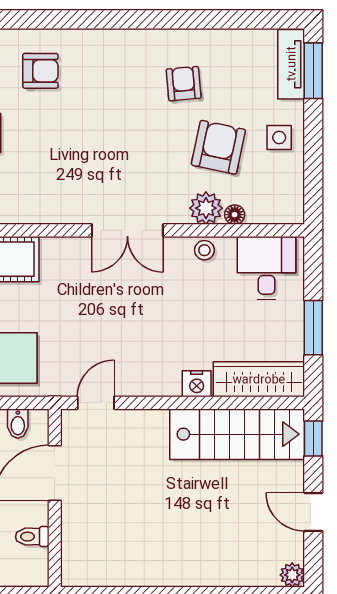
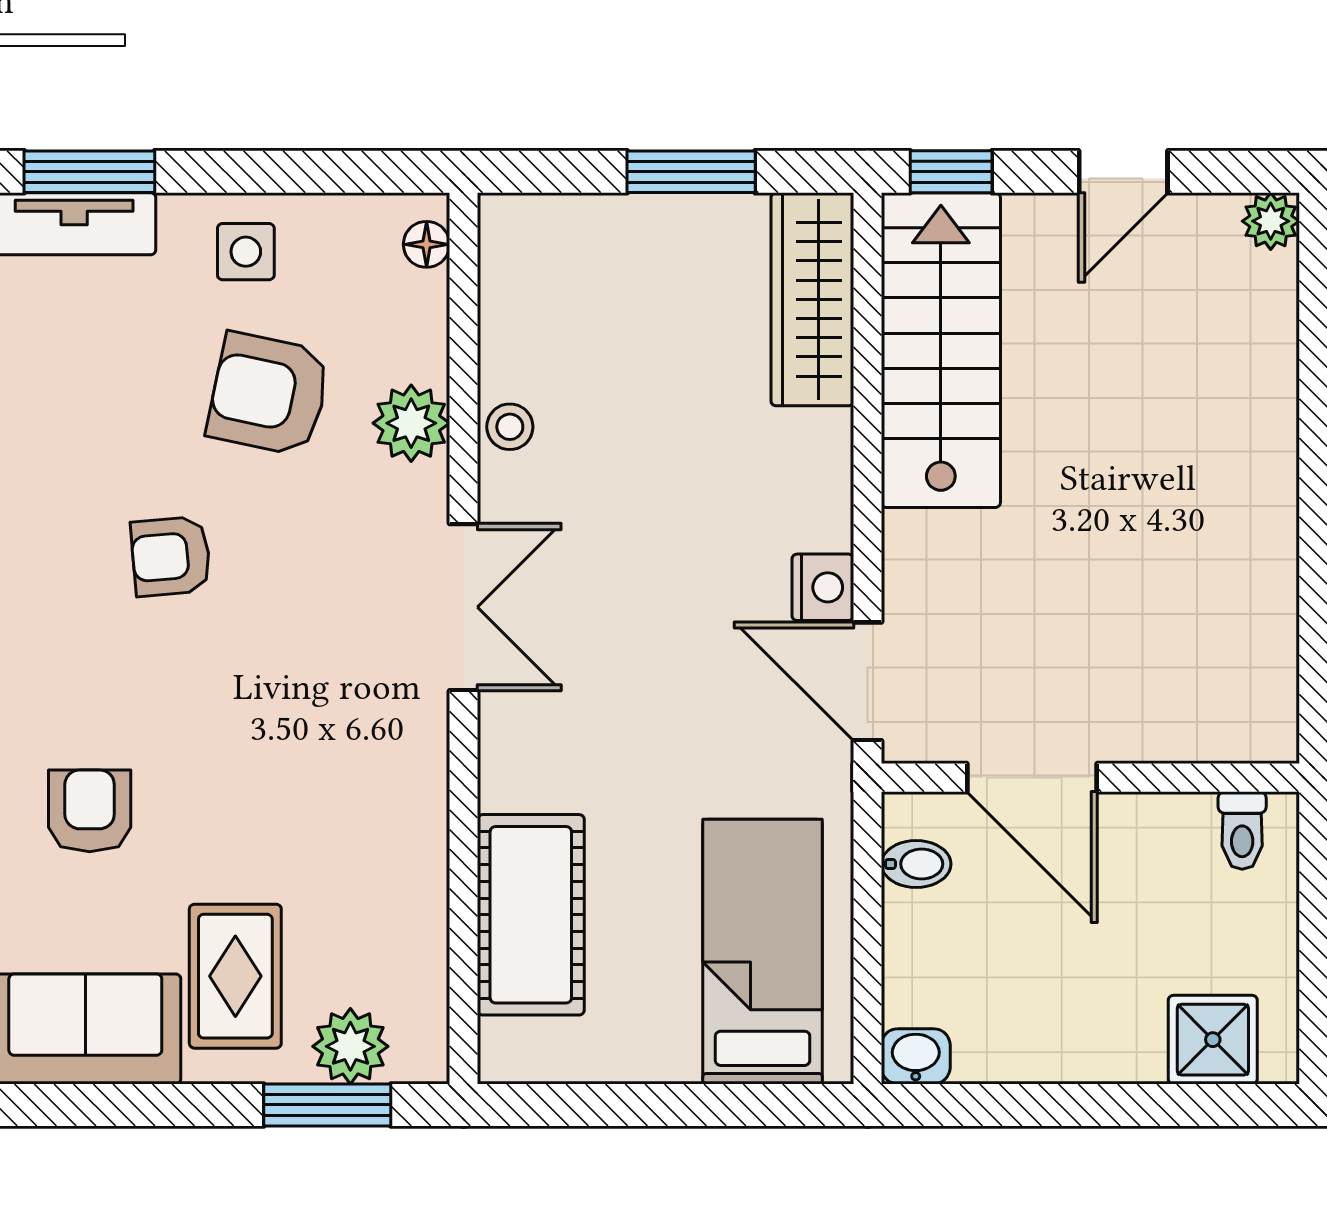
armchair: (184, 84) -> (171, 556), moved
floor lamp: (235, 215) -> (427, 244), moved
desk: (267, 268) -> (551, 281), removed
nightstand: (197, 384) -> (823, 587), moved
door: (96, 403) -> (867, 681), width x1.38
toilet: (32, 537) -> (1242, 830), moved

